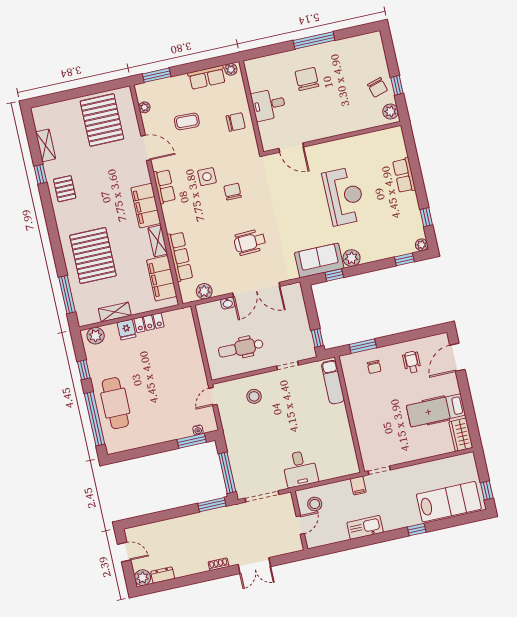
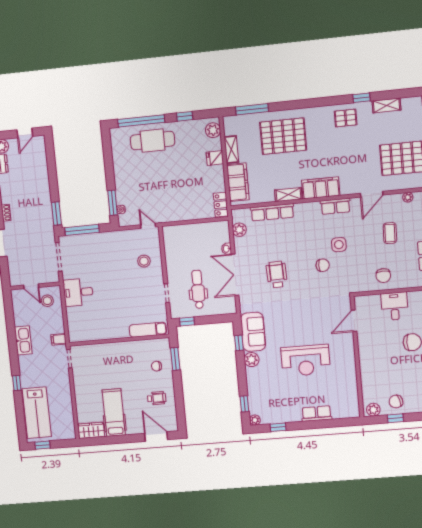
filing cabinet: (162, 278) -> (238, 182), moved, turned 90
locker: (149, 323) -> (221, 205), moved
dental chair: (241, 348) -> (198, 289), moved

